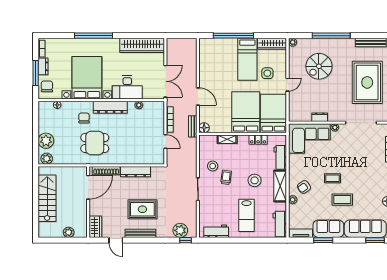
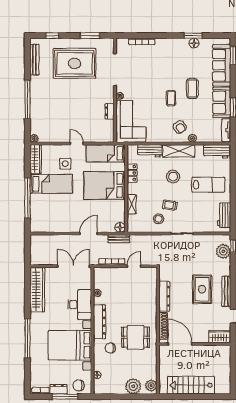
spiral stairs: (319, 66) -> (58, 112), removed
bed: (273, 113) -> (106, 153), width x0.67
dining table: (95, 143) -> (136, 337), turned 90
plant: (69, 232) -> (225, 364), removed

